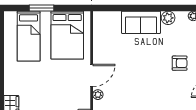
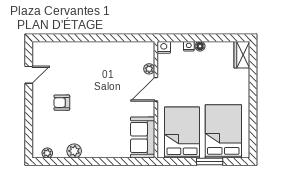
sofa: (141, 22) -> (143, 137), moved, turned -90
bed: (29, 36) -> (223, 131), width x1.50

